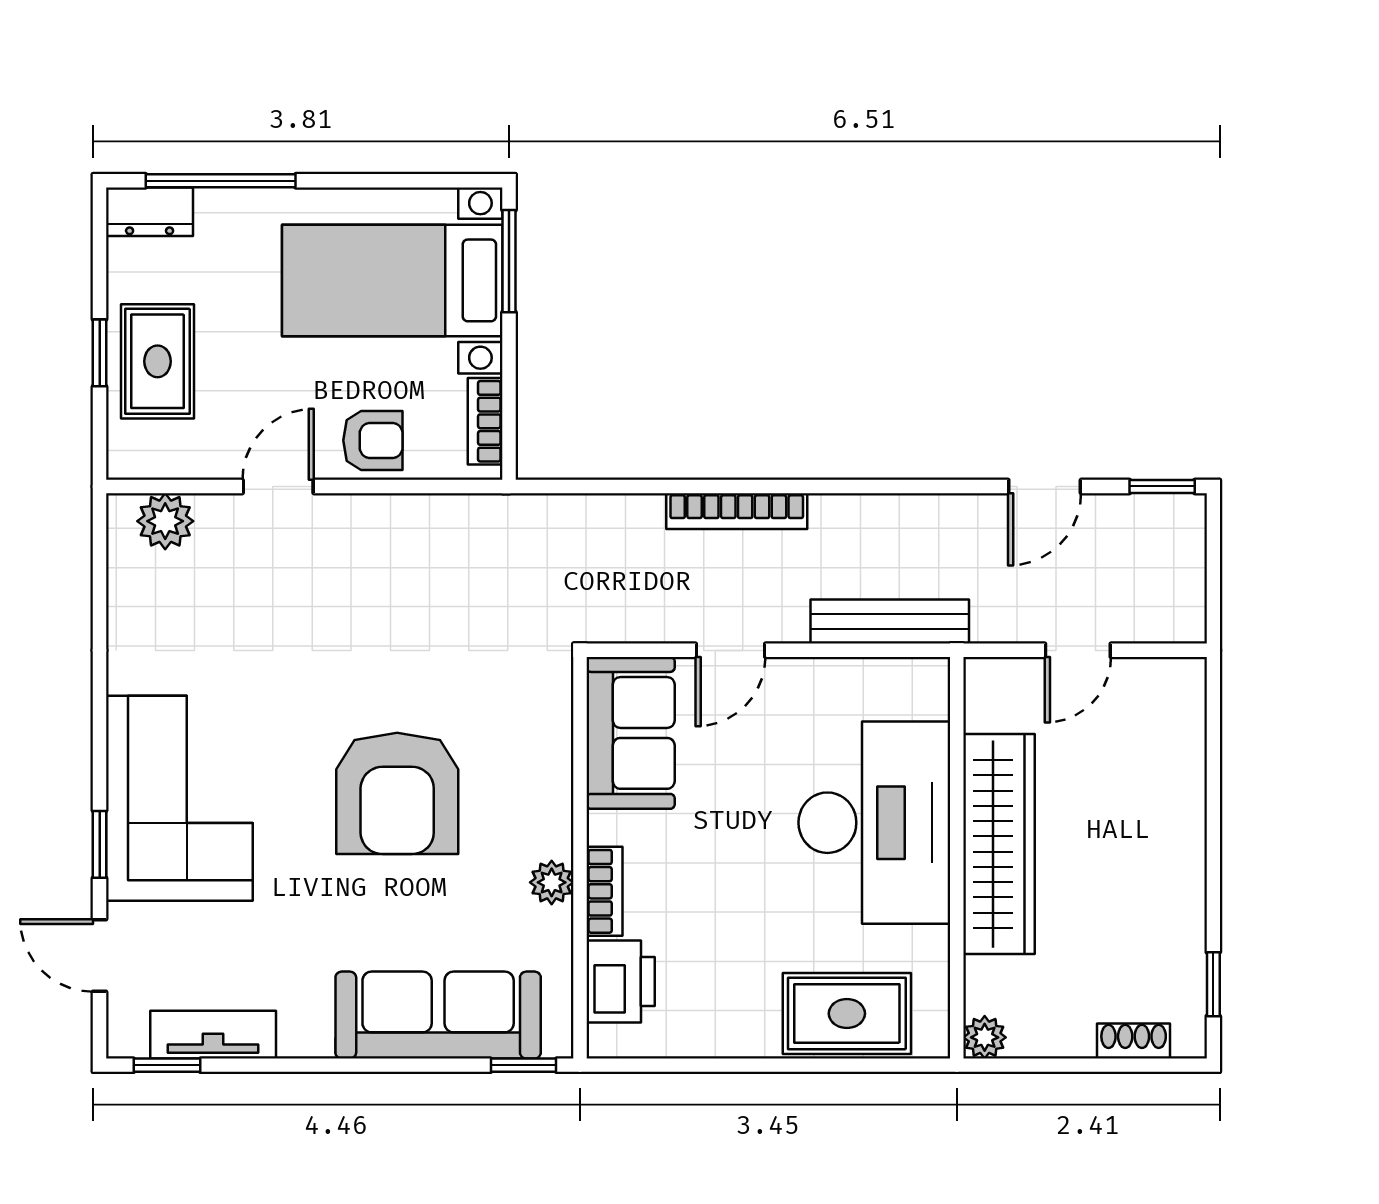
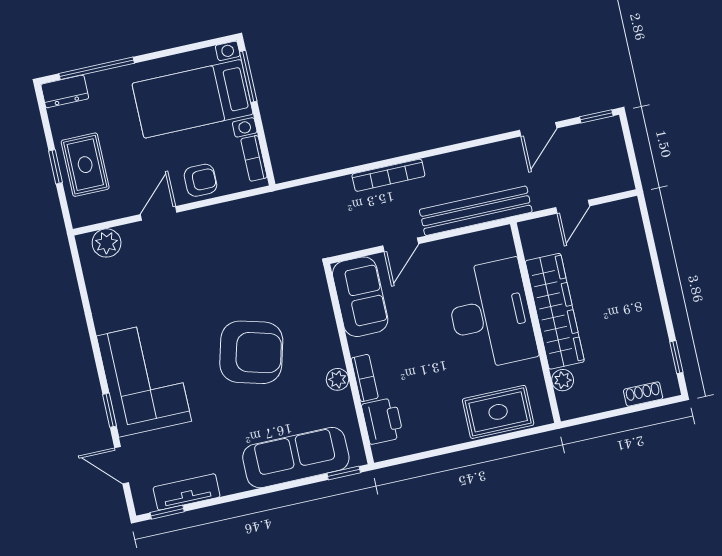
bench: (890, 622) -> (476, 211), width x1.37, depth x1.21
armchair: (397, 793) -> (251, 352), turned -75
plant: (985, 1037) -> (563, 380), moved

